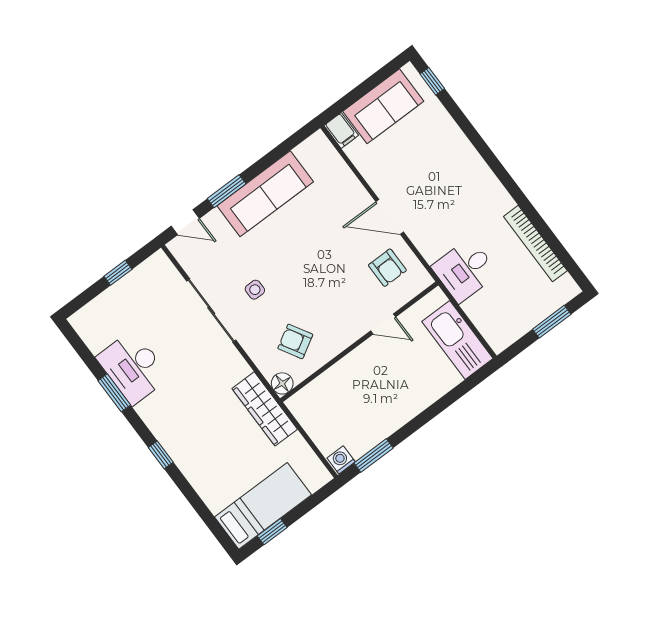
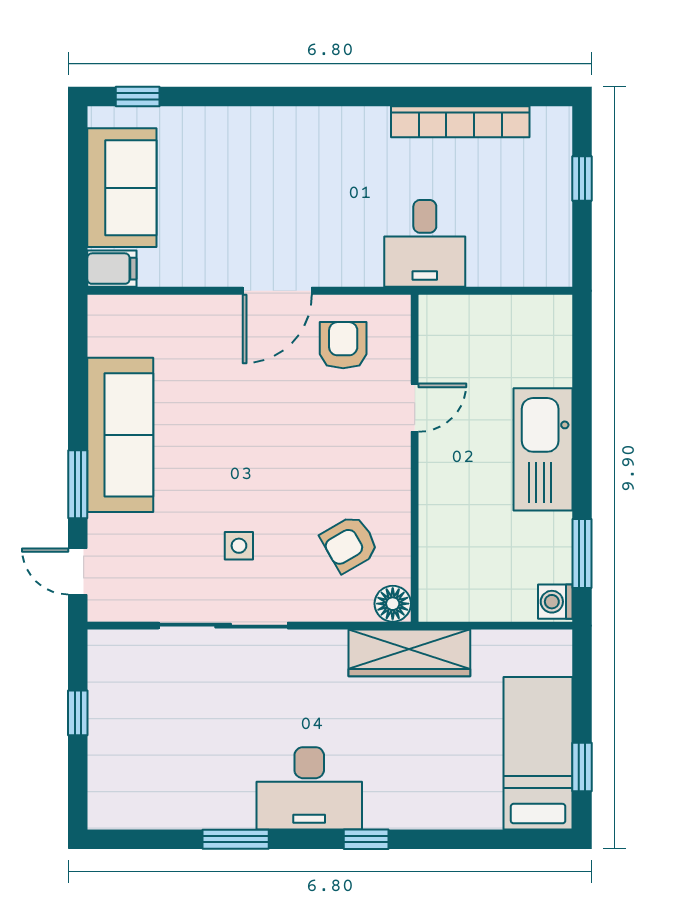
door: (185, 222) -> (78, 571), swing flipped
armchair: (387, 268) -> (343, 345), turned -90
window: (552, 322) -> (582, 179), width x0.67
kitchen sink: (457, 340) -> (543, 449), moved, turned 90
desk: (133, 367) -> (309, 788), moved

